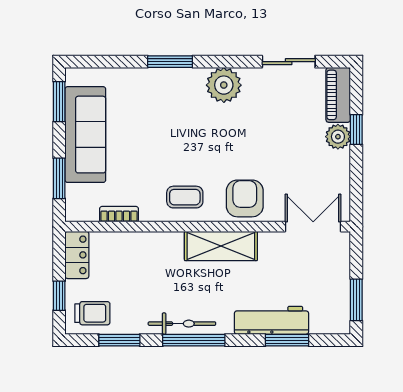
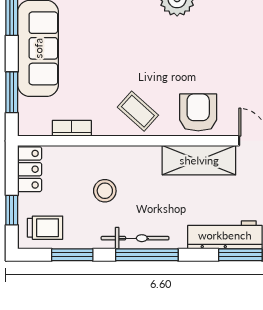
coffee table: (185, 197) -> (138, 111), turned 42
shelving: (221, 246) -> (199, 160), moved
stool: (152, 276) -> (105, 191), added

